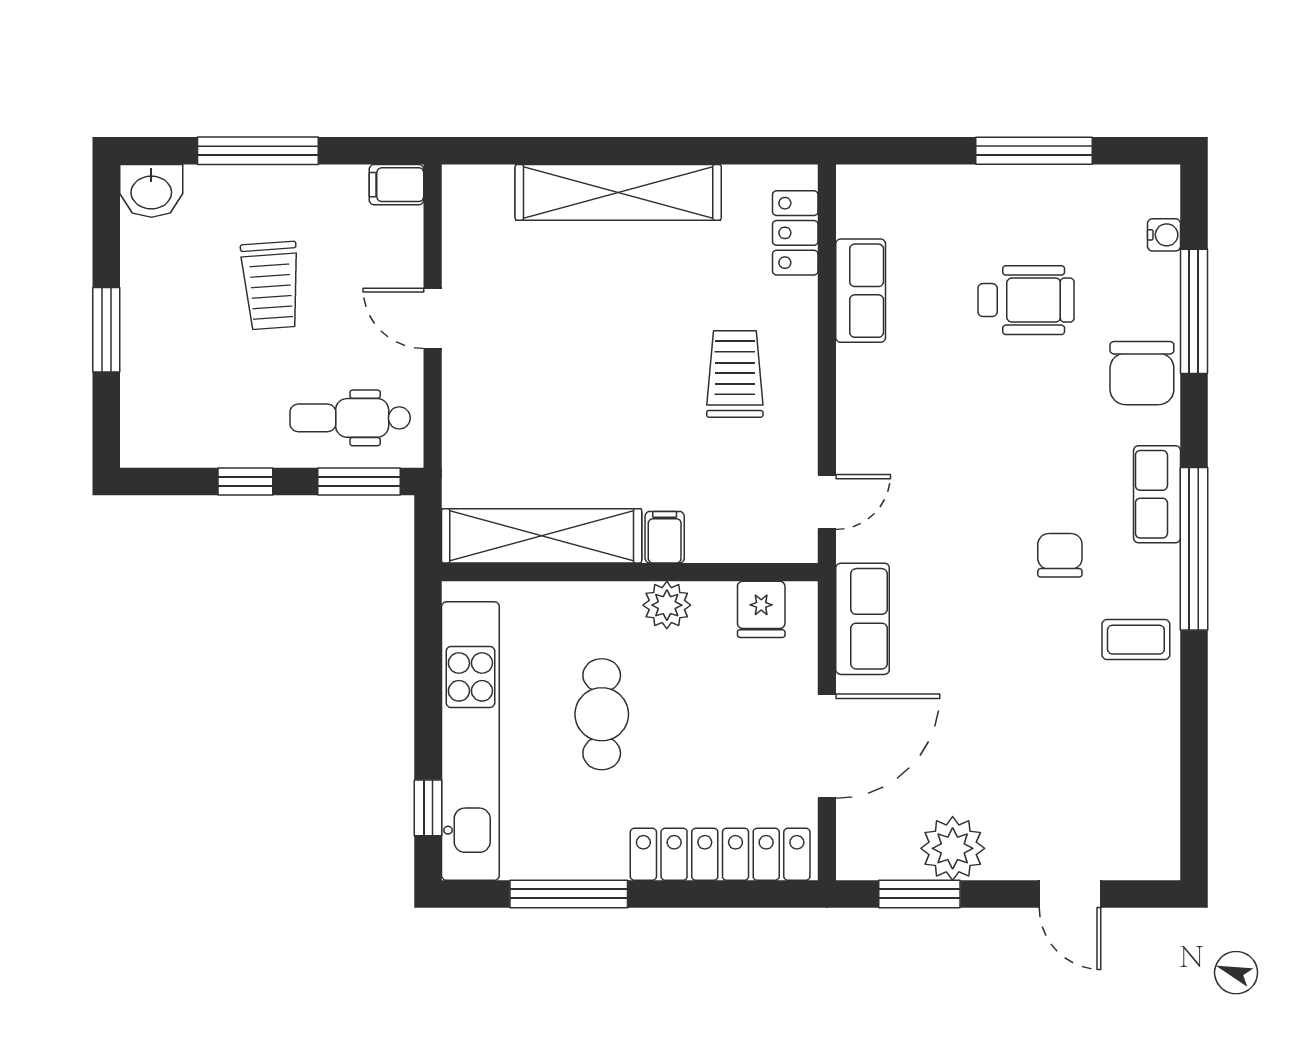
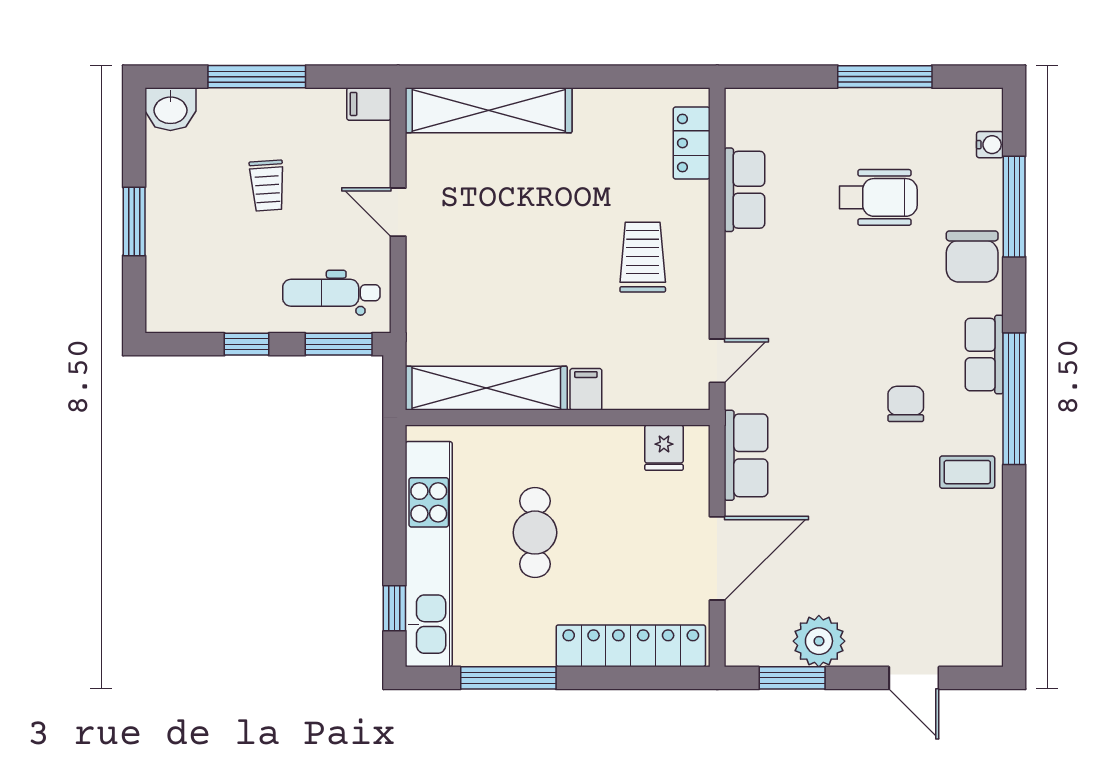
shelving: (618, 192) -> (489, 110), moved
trolley: (271, 286) -> (267, 186), width x0.73, depth x0.72
plant: (667, 605) -> (588, 444), removed

